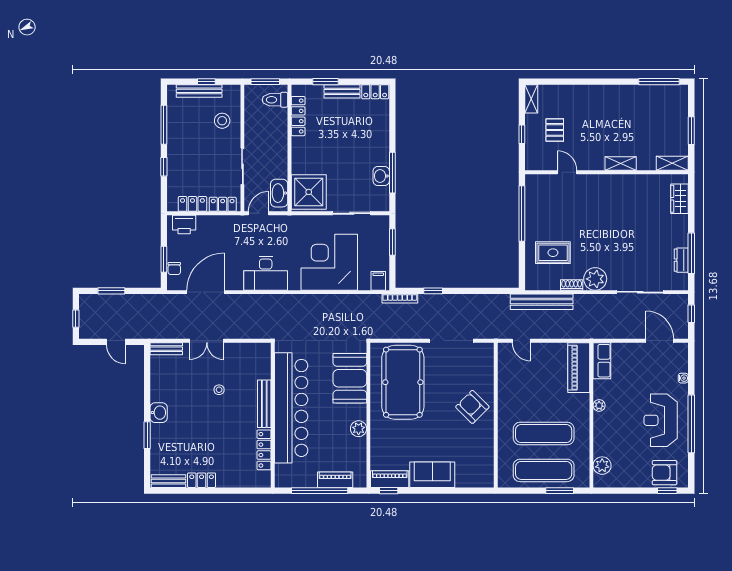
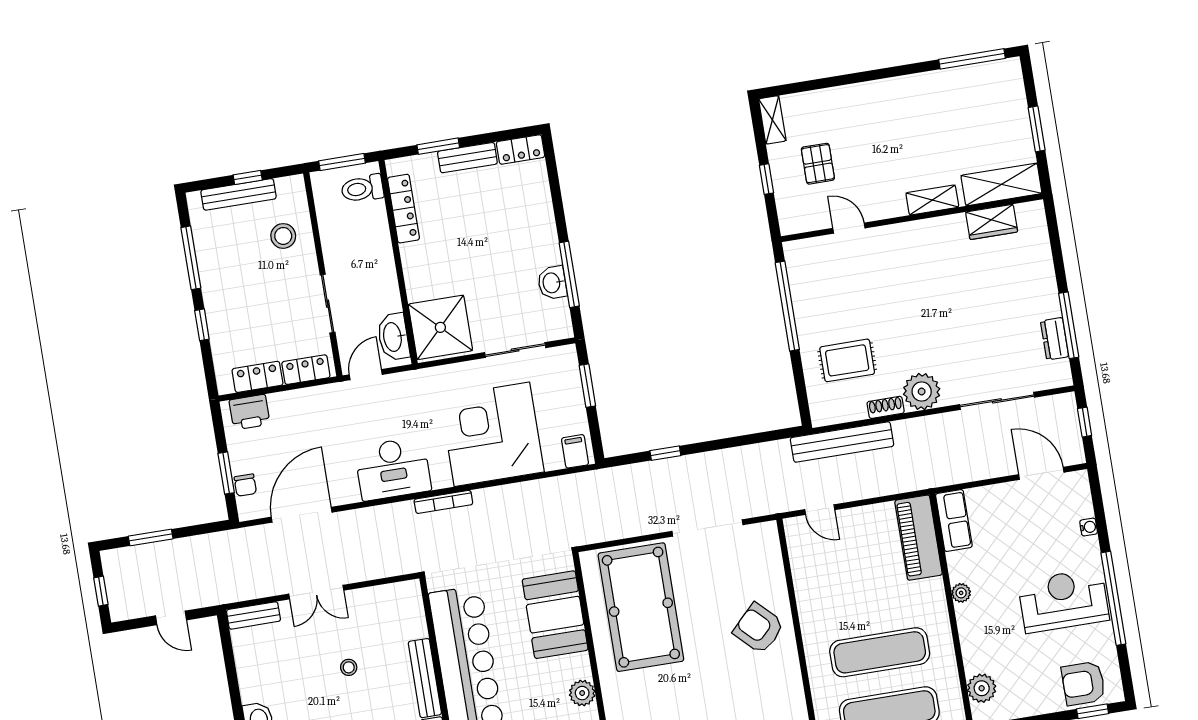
shelving: (672, 163) -> (1001, 184), width x1.50, depth x1.33
wardrobe: (680, 199) -> (992, 222), moved, turned -90
bookcase: (400, 299) -> (443, 502), moved
reception desk: (661, 420) -> (1063, 601), turned 90

